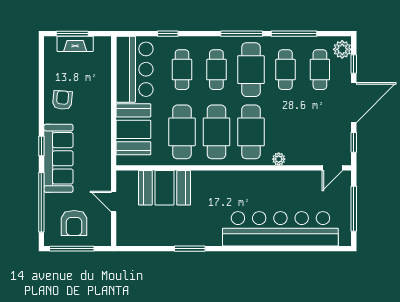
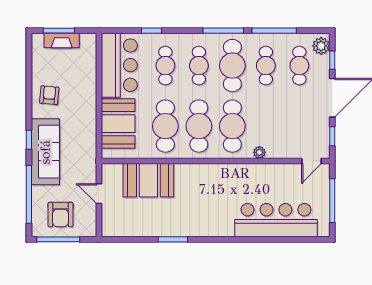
bar counter: (280, 229) -> (276, 220), width x0.73

